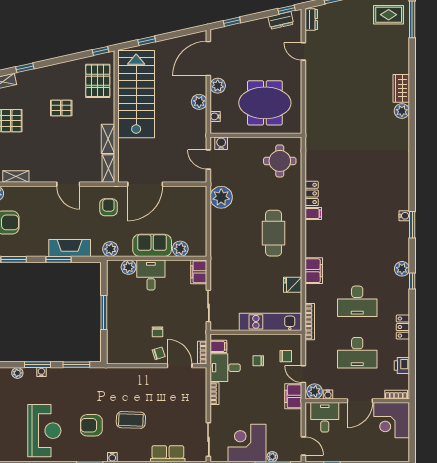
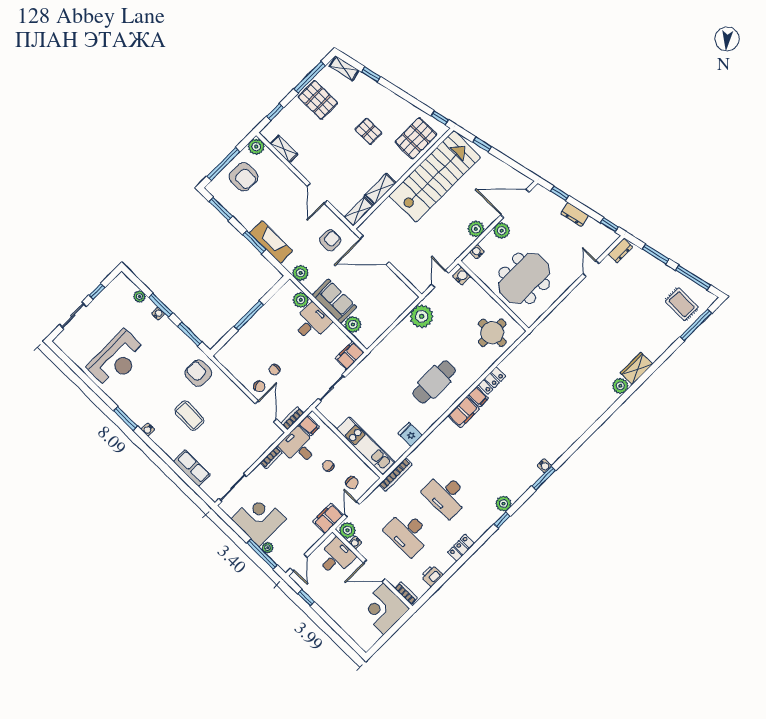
dresser: (281, 20) -> (575, 215), moved
meeting table: (265, 103) -> (524, 278), turned 90
filing cabinet: (314, 271) -> (464, 412), moved
armchair: (91, 425) -> (198, 373), moved

